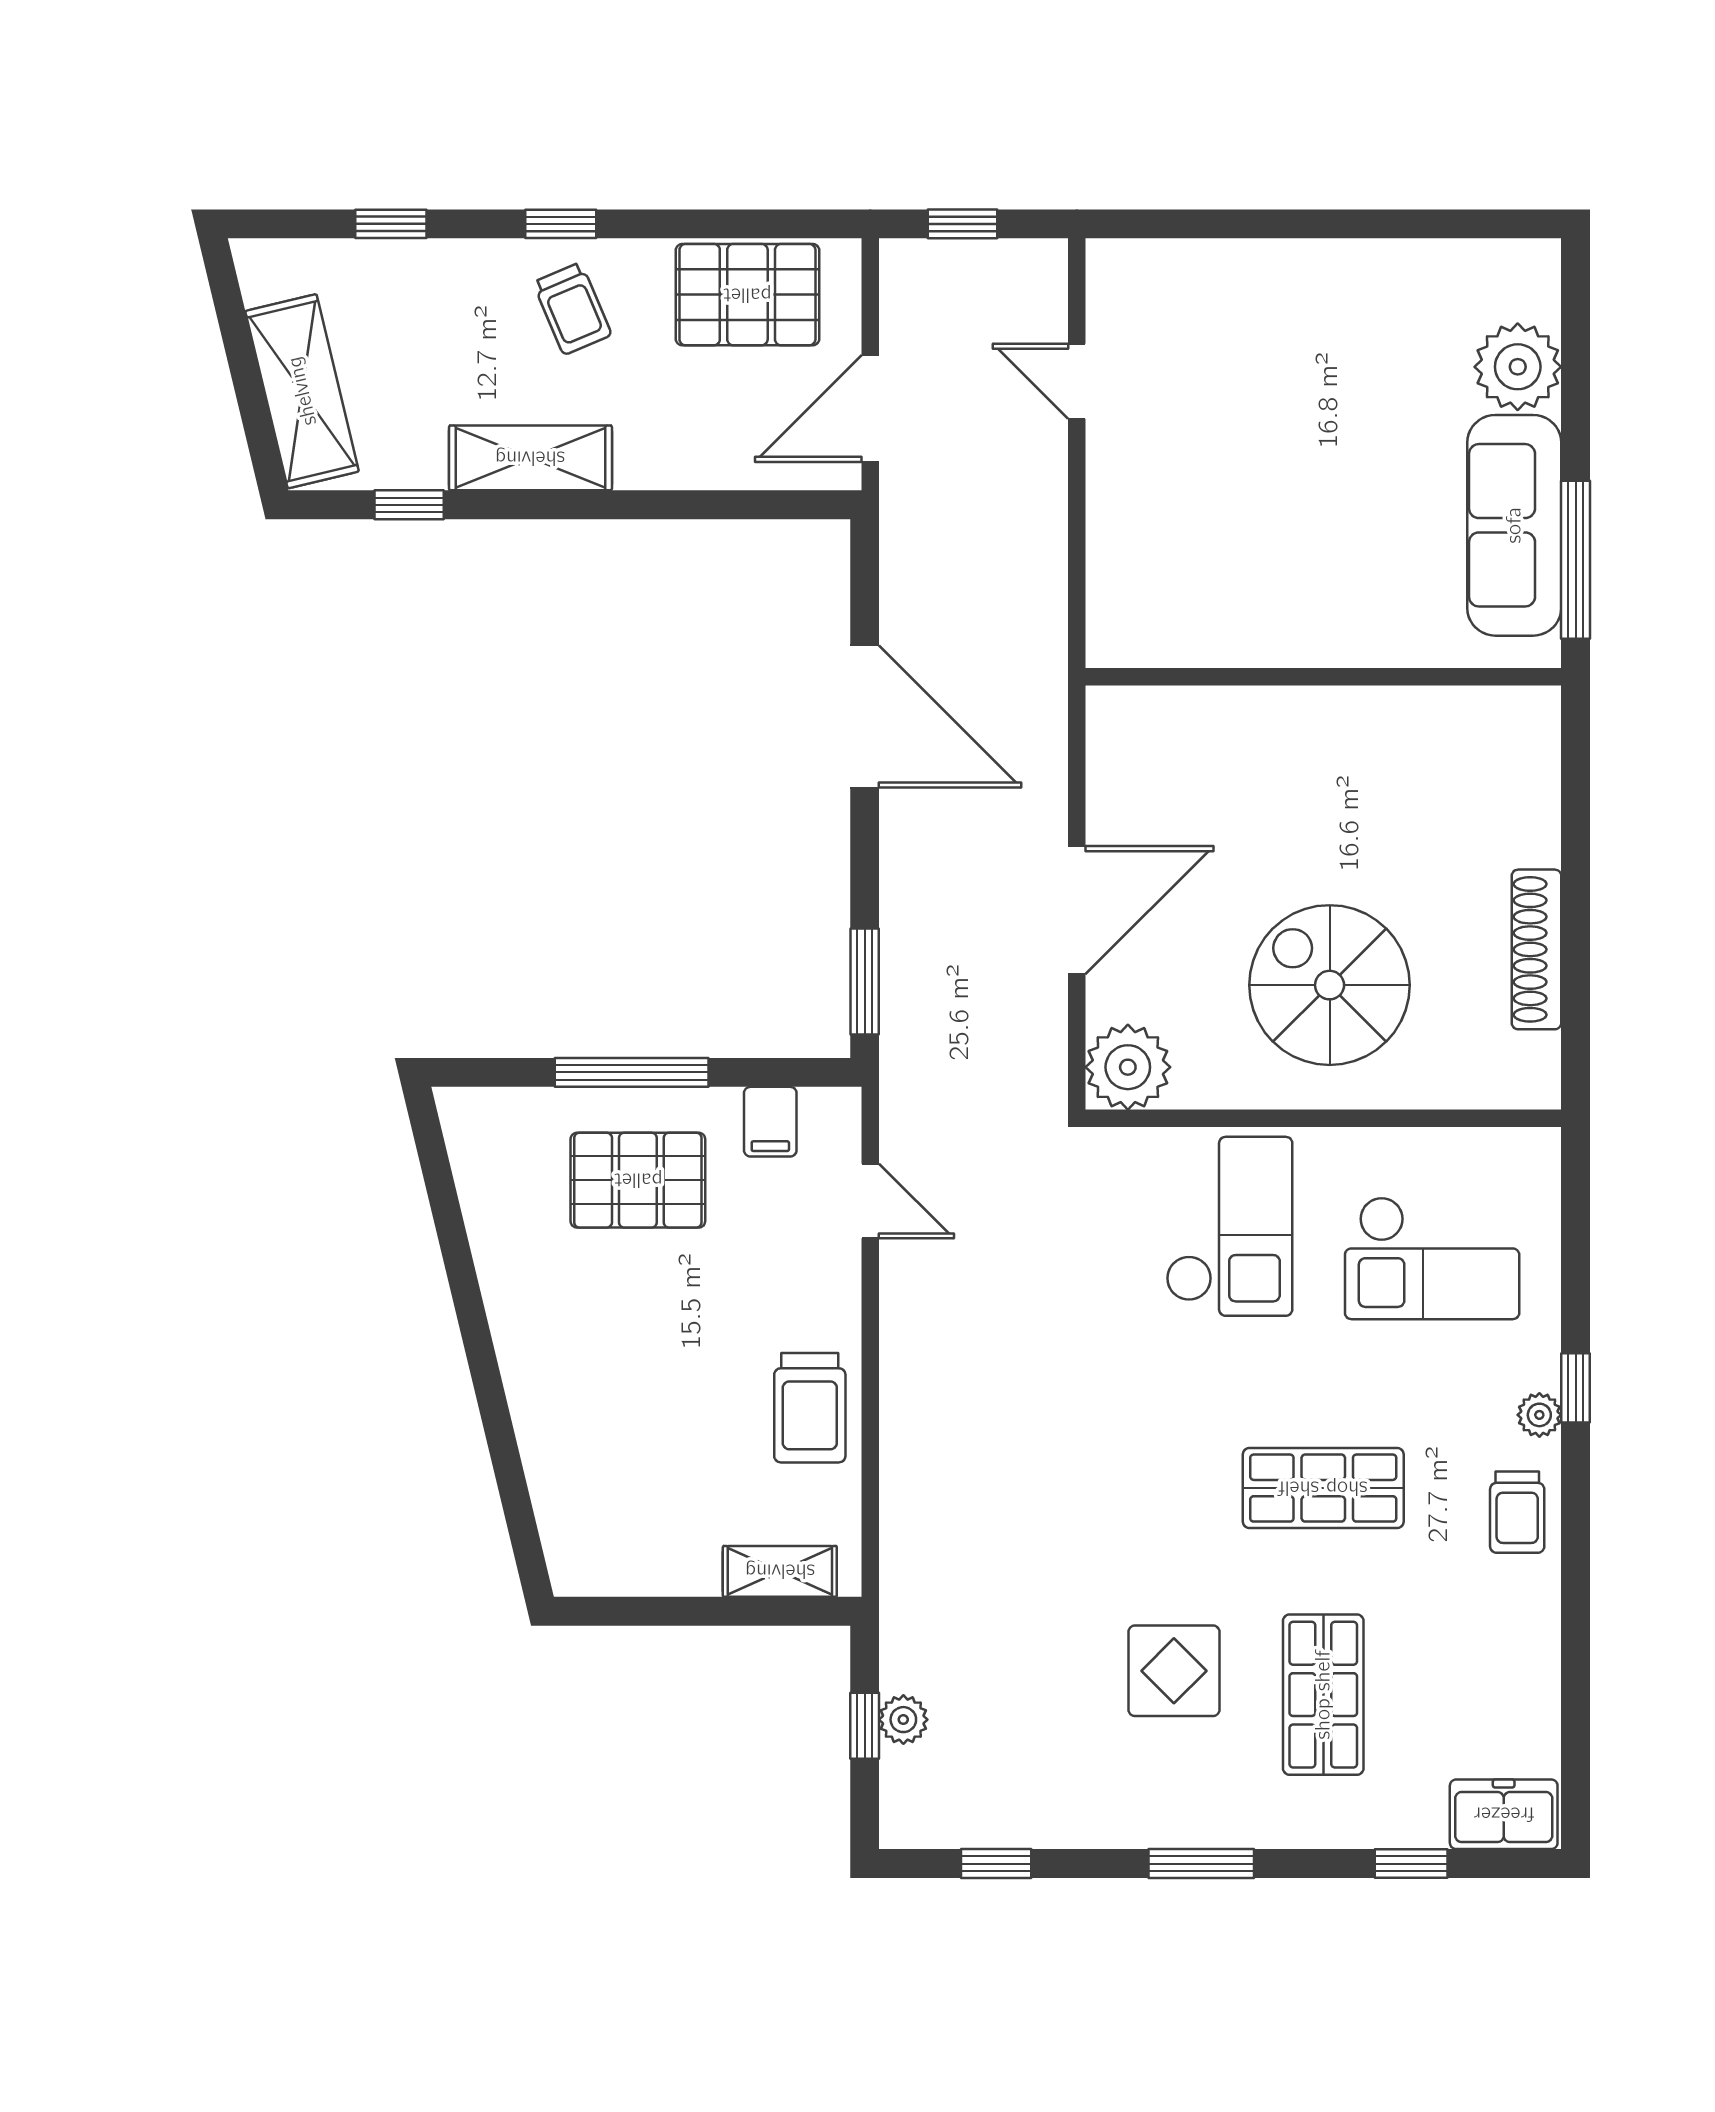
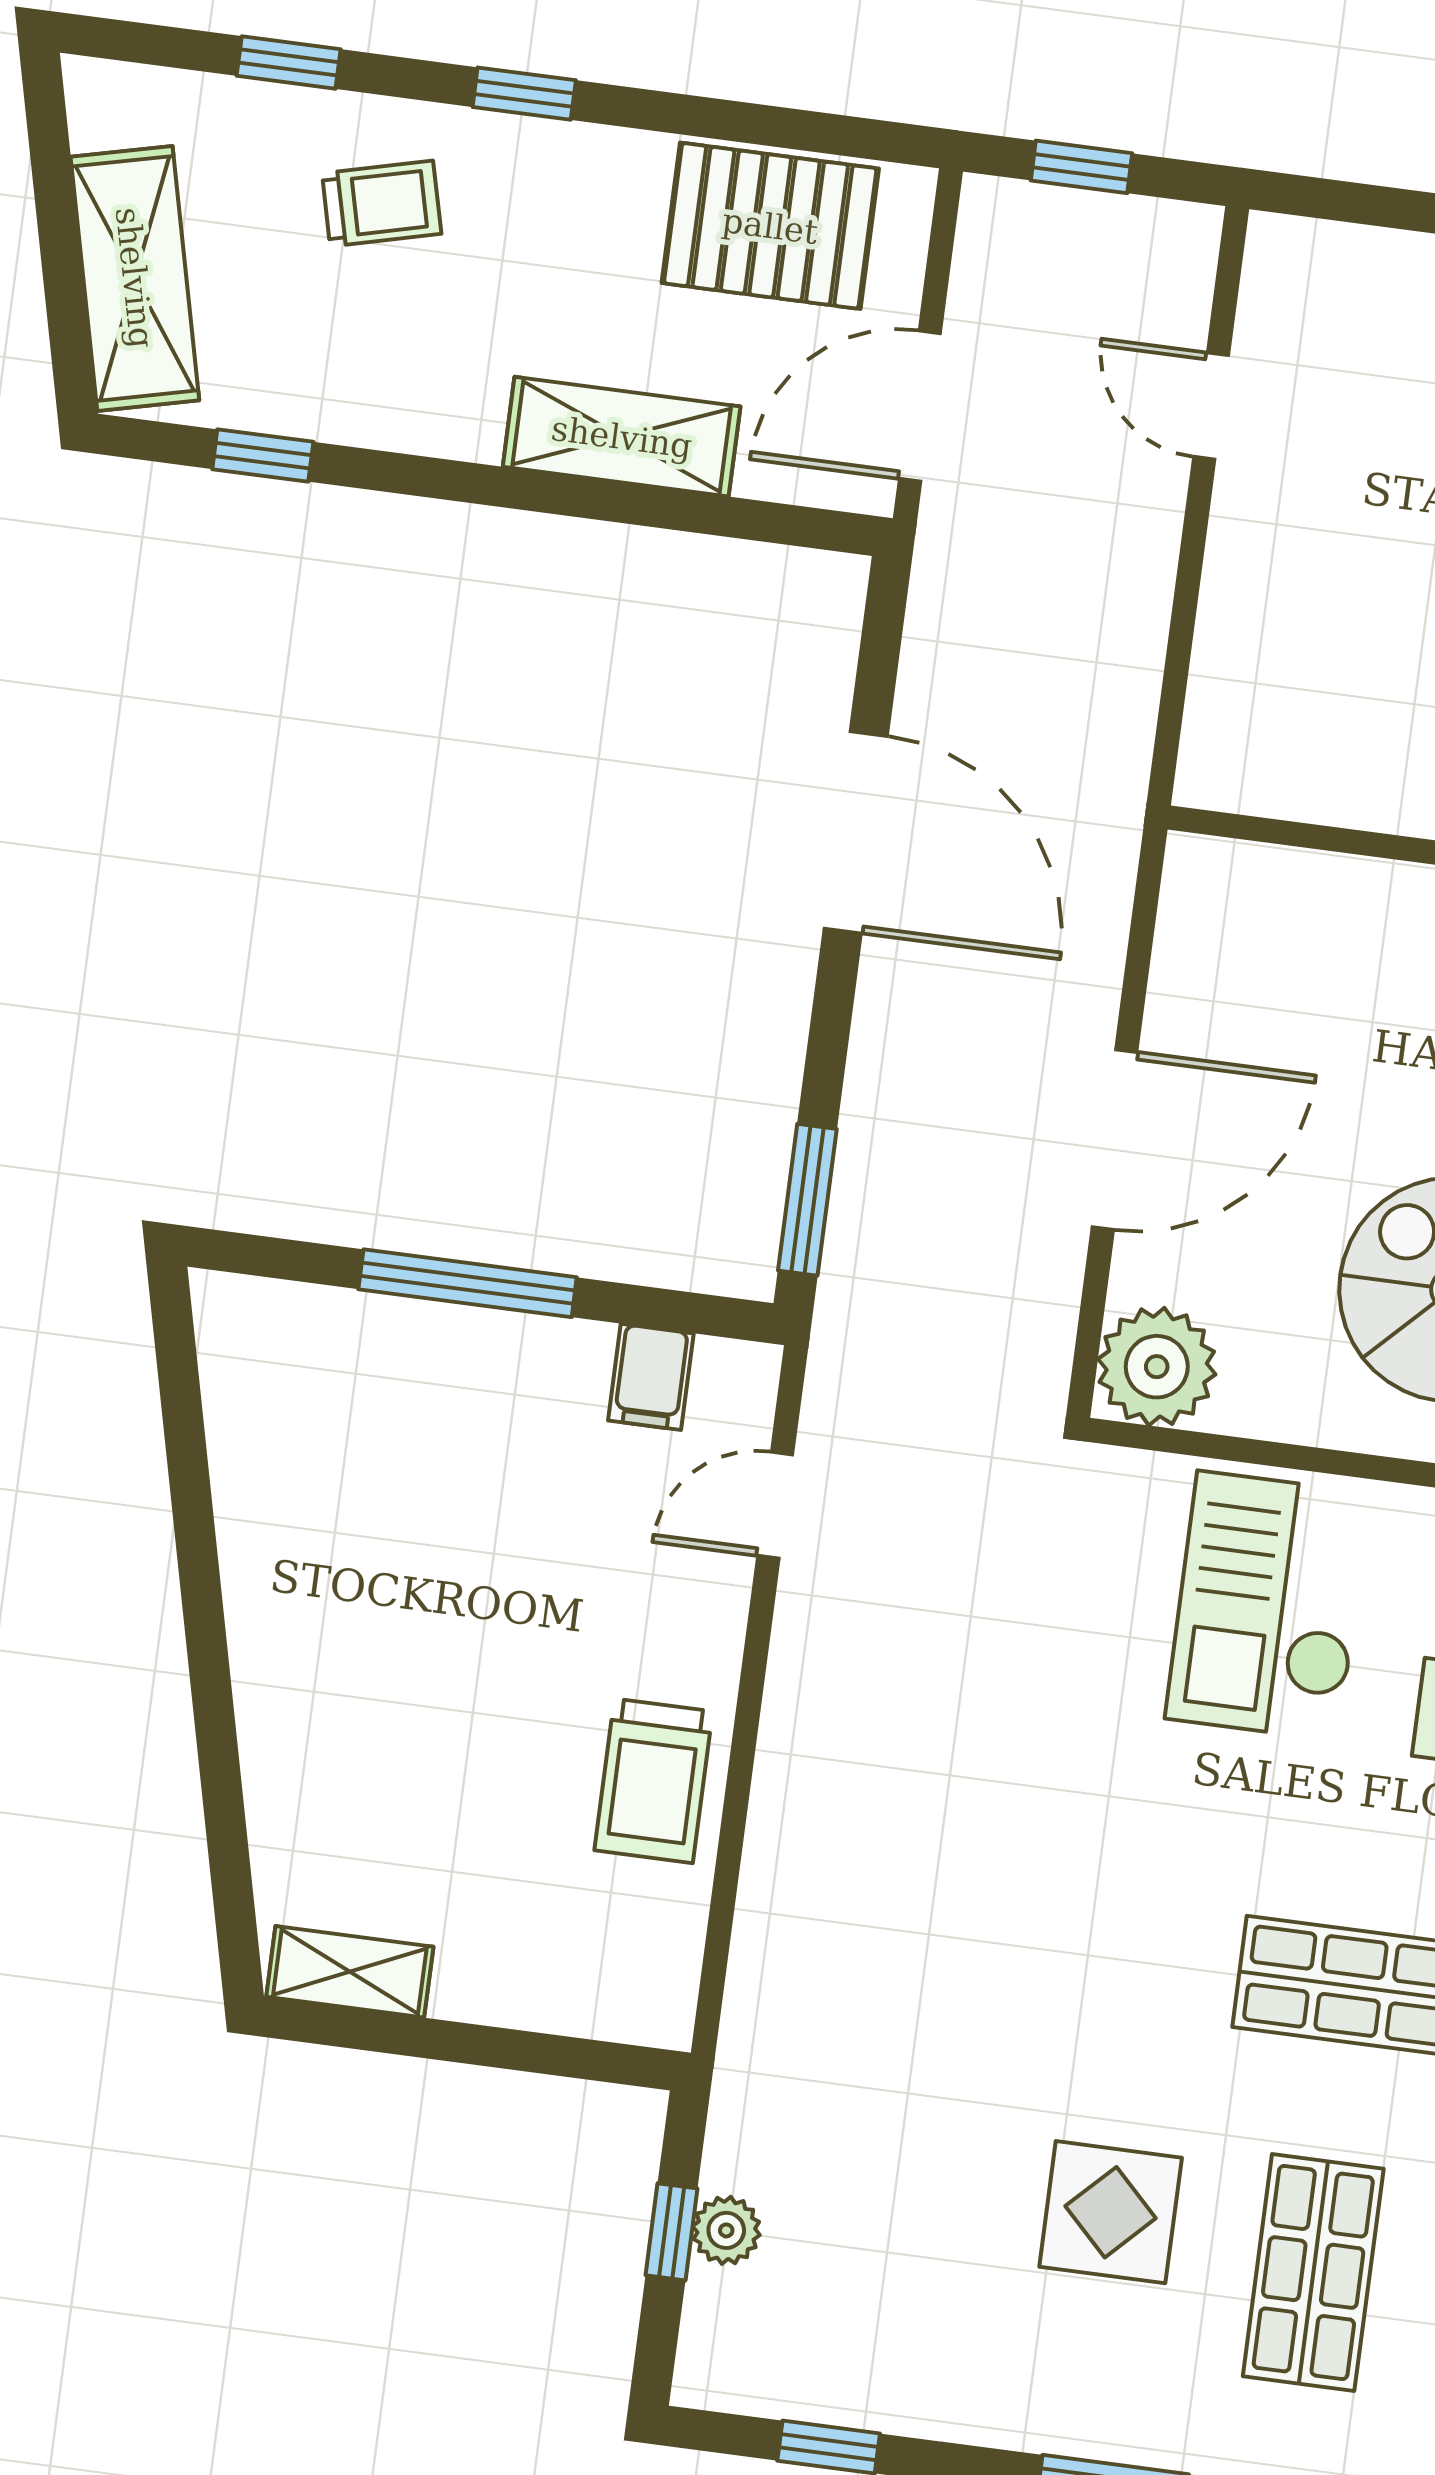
trolley: (572, 309) -> (382, 204), moved, turned -81
shelving: (530, 458) -> (622, 437), moved
pallet: (638, 1180) -> (457, 1434), removed
door: (870, 1201) -> (775, 1505), swing flipped
checkout: (1229, 1226) -> (1268, 1606), turned 180
shelving: (780, 1571) -> (350, 1972), moved

